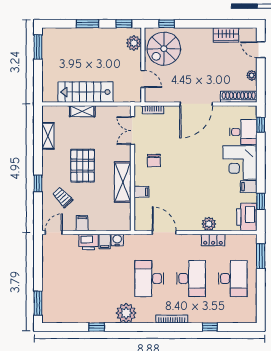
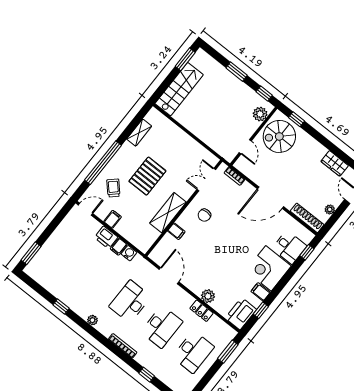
stairs: (86, 92) -> (179, 89), moved, turned 90
shelving: (82, 111) -> (180, 135), removed
window: (38, 183) -> (103, 163), width x3.17
plant: (126, 313) -> (92, 320), width x0.53, depth x0.53

